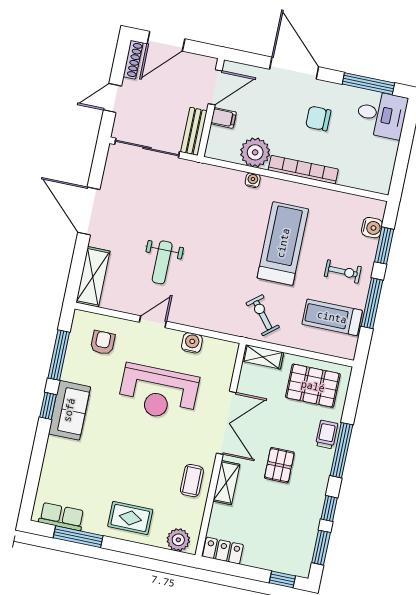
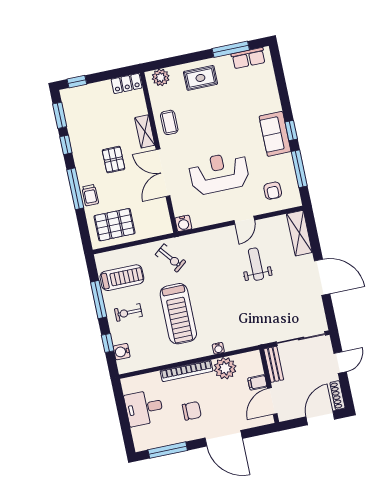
desk: (382, 115) -> (144, 408), moved
window: (384, 246) -> (108, 343), width x0.67
water cooler: (192, 343) -> (183, 223), moved
shelving: (263, 357) -> (158, 229), removed

